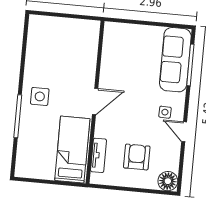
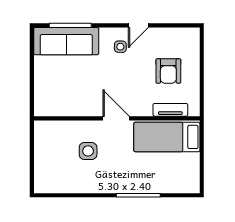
side table: (40, 96) -> (88, 151), moved
armchair: (137, 157) -> (168, 71), turned -90
floor lamp: (168, 181) -> (190, 37), removed

